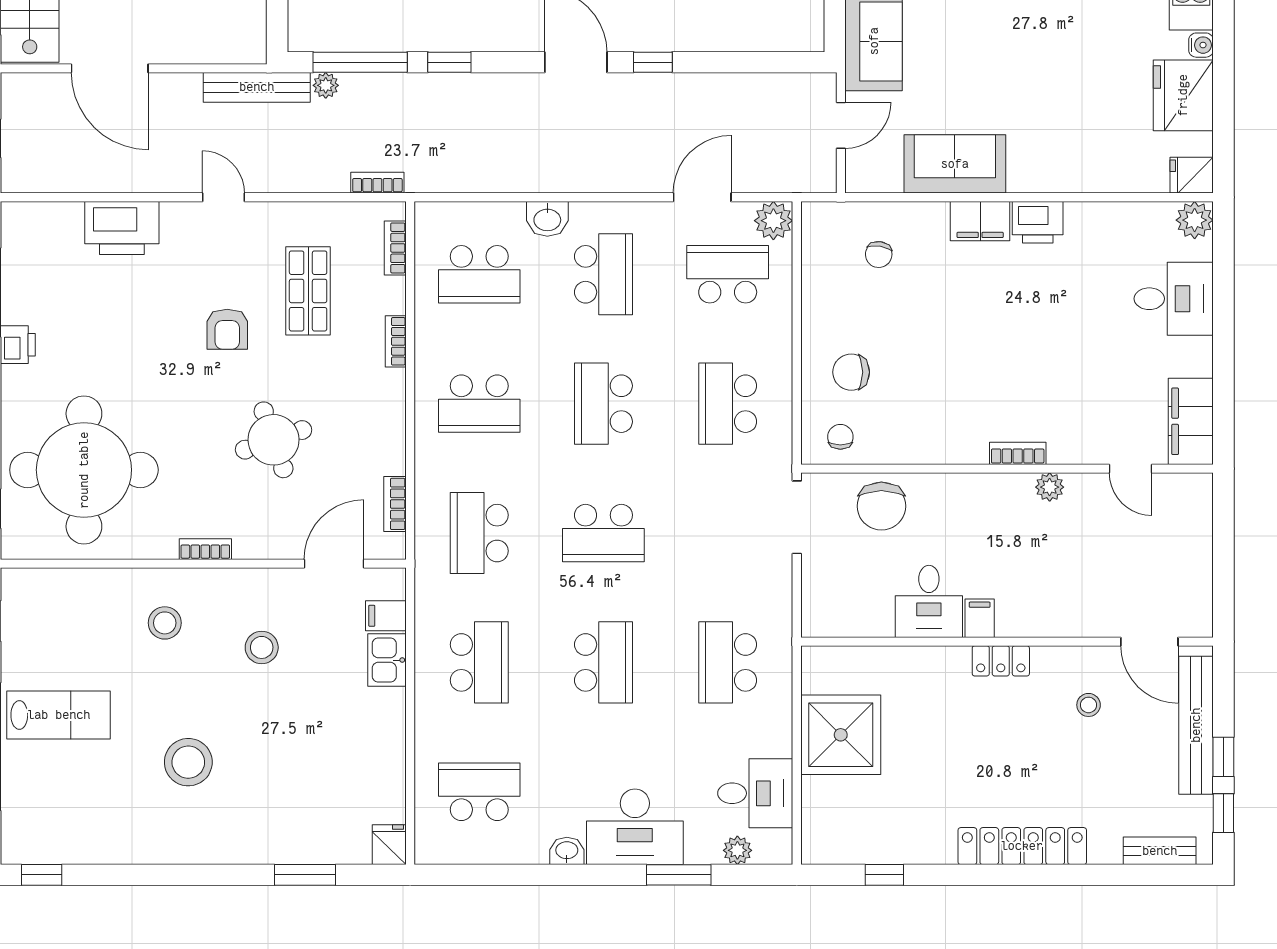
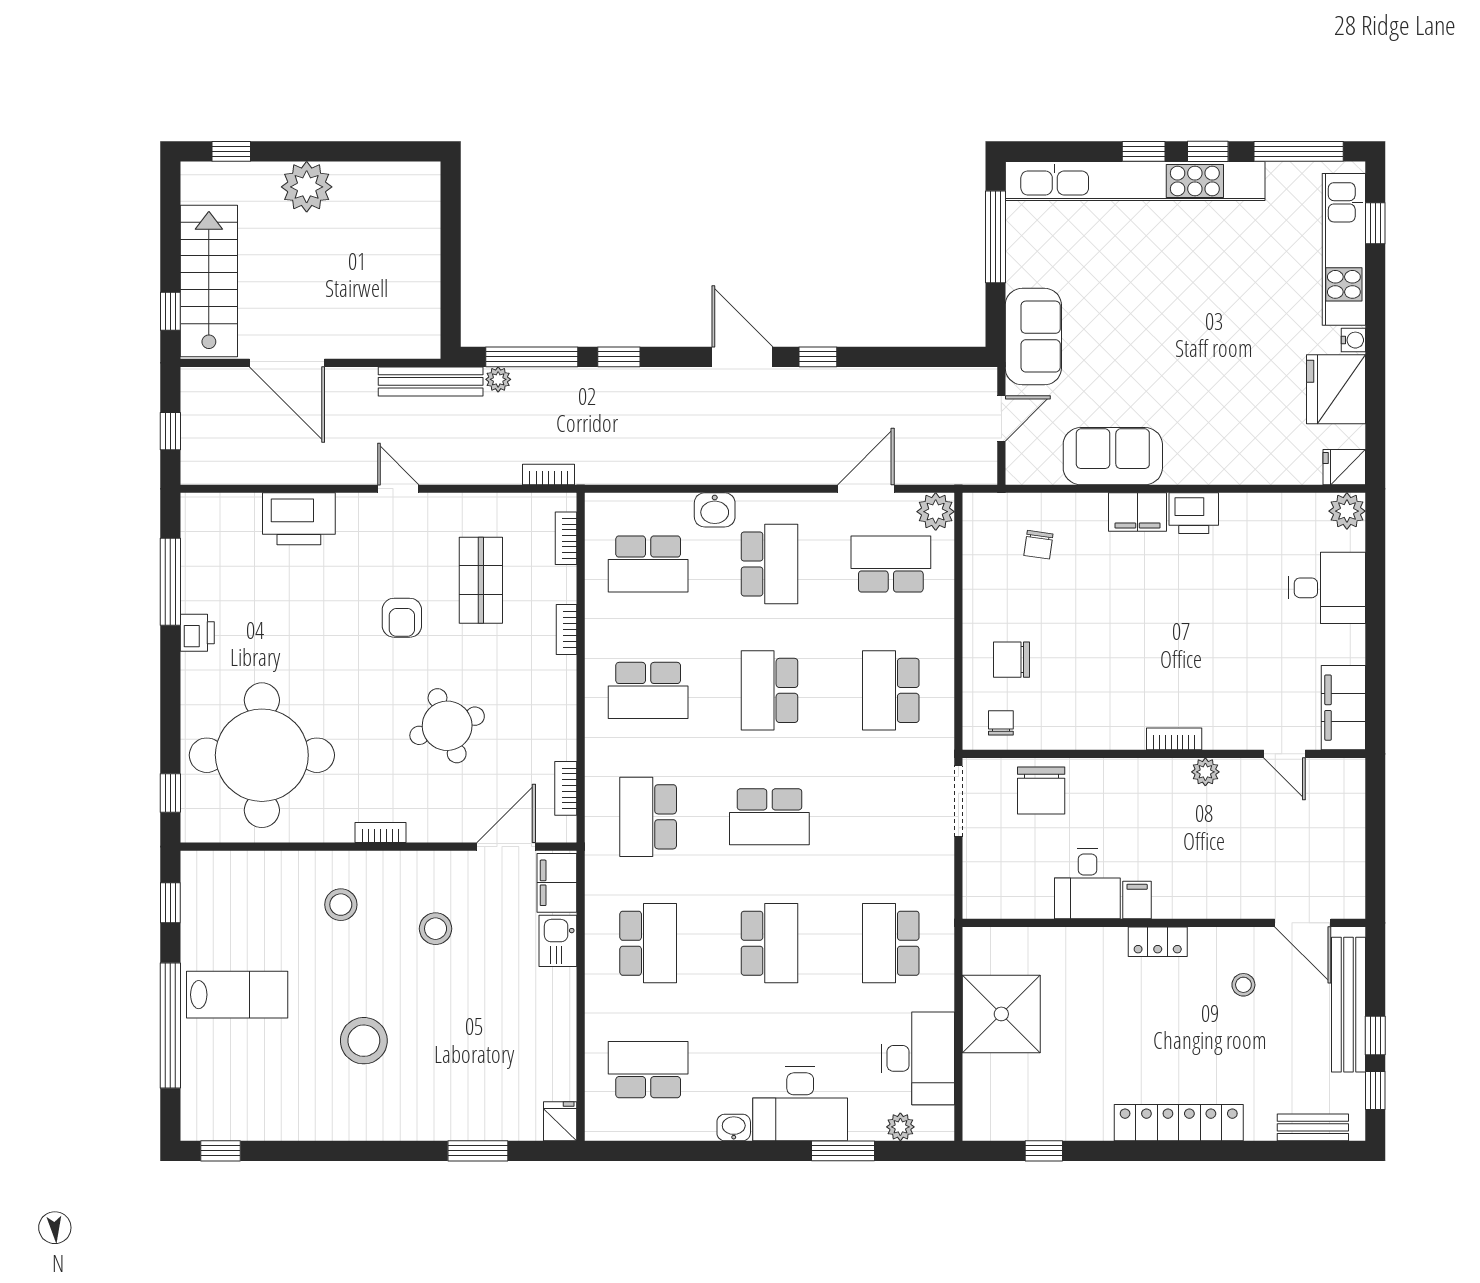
filing cabinet: (386, 616) -> (557, 883), width x2.00
desk: (755, 793) -> (918, 1058), width x1.37

